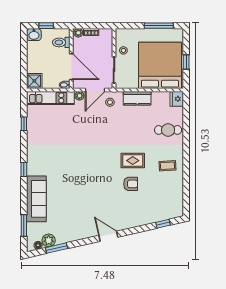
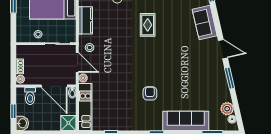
door: (71, 67) -> (54, 86), swing flipped
armchair: (131, 184) -> (150, 93), moved
sofa: (135, 218) -> (205, 23), added
door: (108, 236) -> (223, 49), swing flipped
window: (56, 248) -> (230, 78), moved

